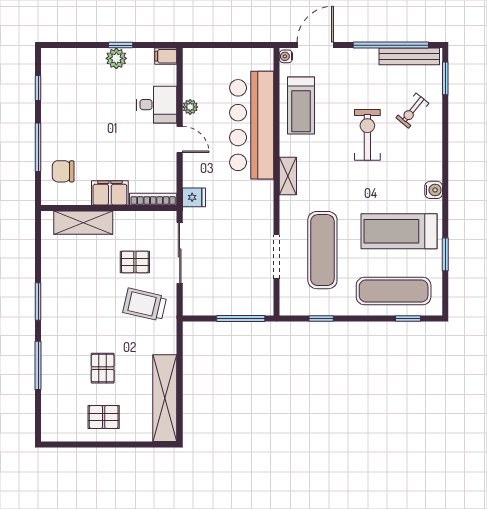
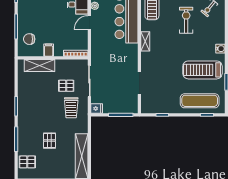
door: (180, 139) -> (89, 23), swing flipped
filing cabinet: (110, 193) -> (49, 50), width x0.50
fridge: (194, 197) -> (97, 109), moved
exercise mat: (322, 250) -> (163, 80), removed
trolley: (145, 305) -> (71, 108), turned -103
pallet: (104, 417) -> (27, 162), moved

